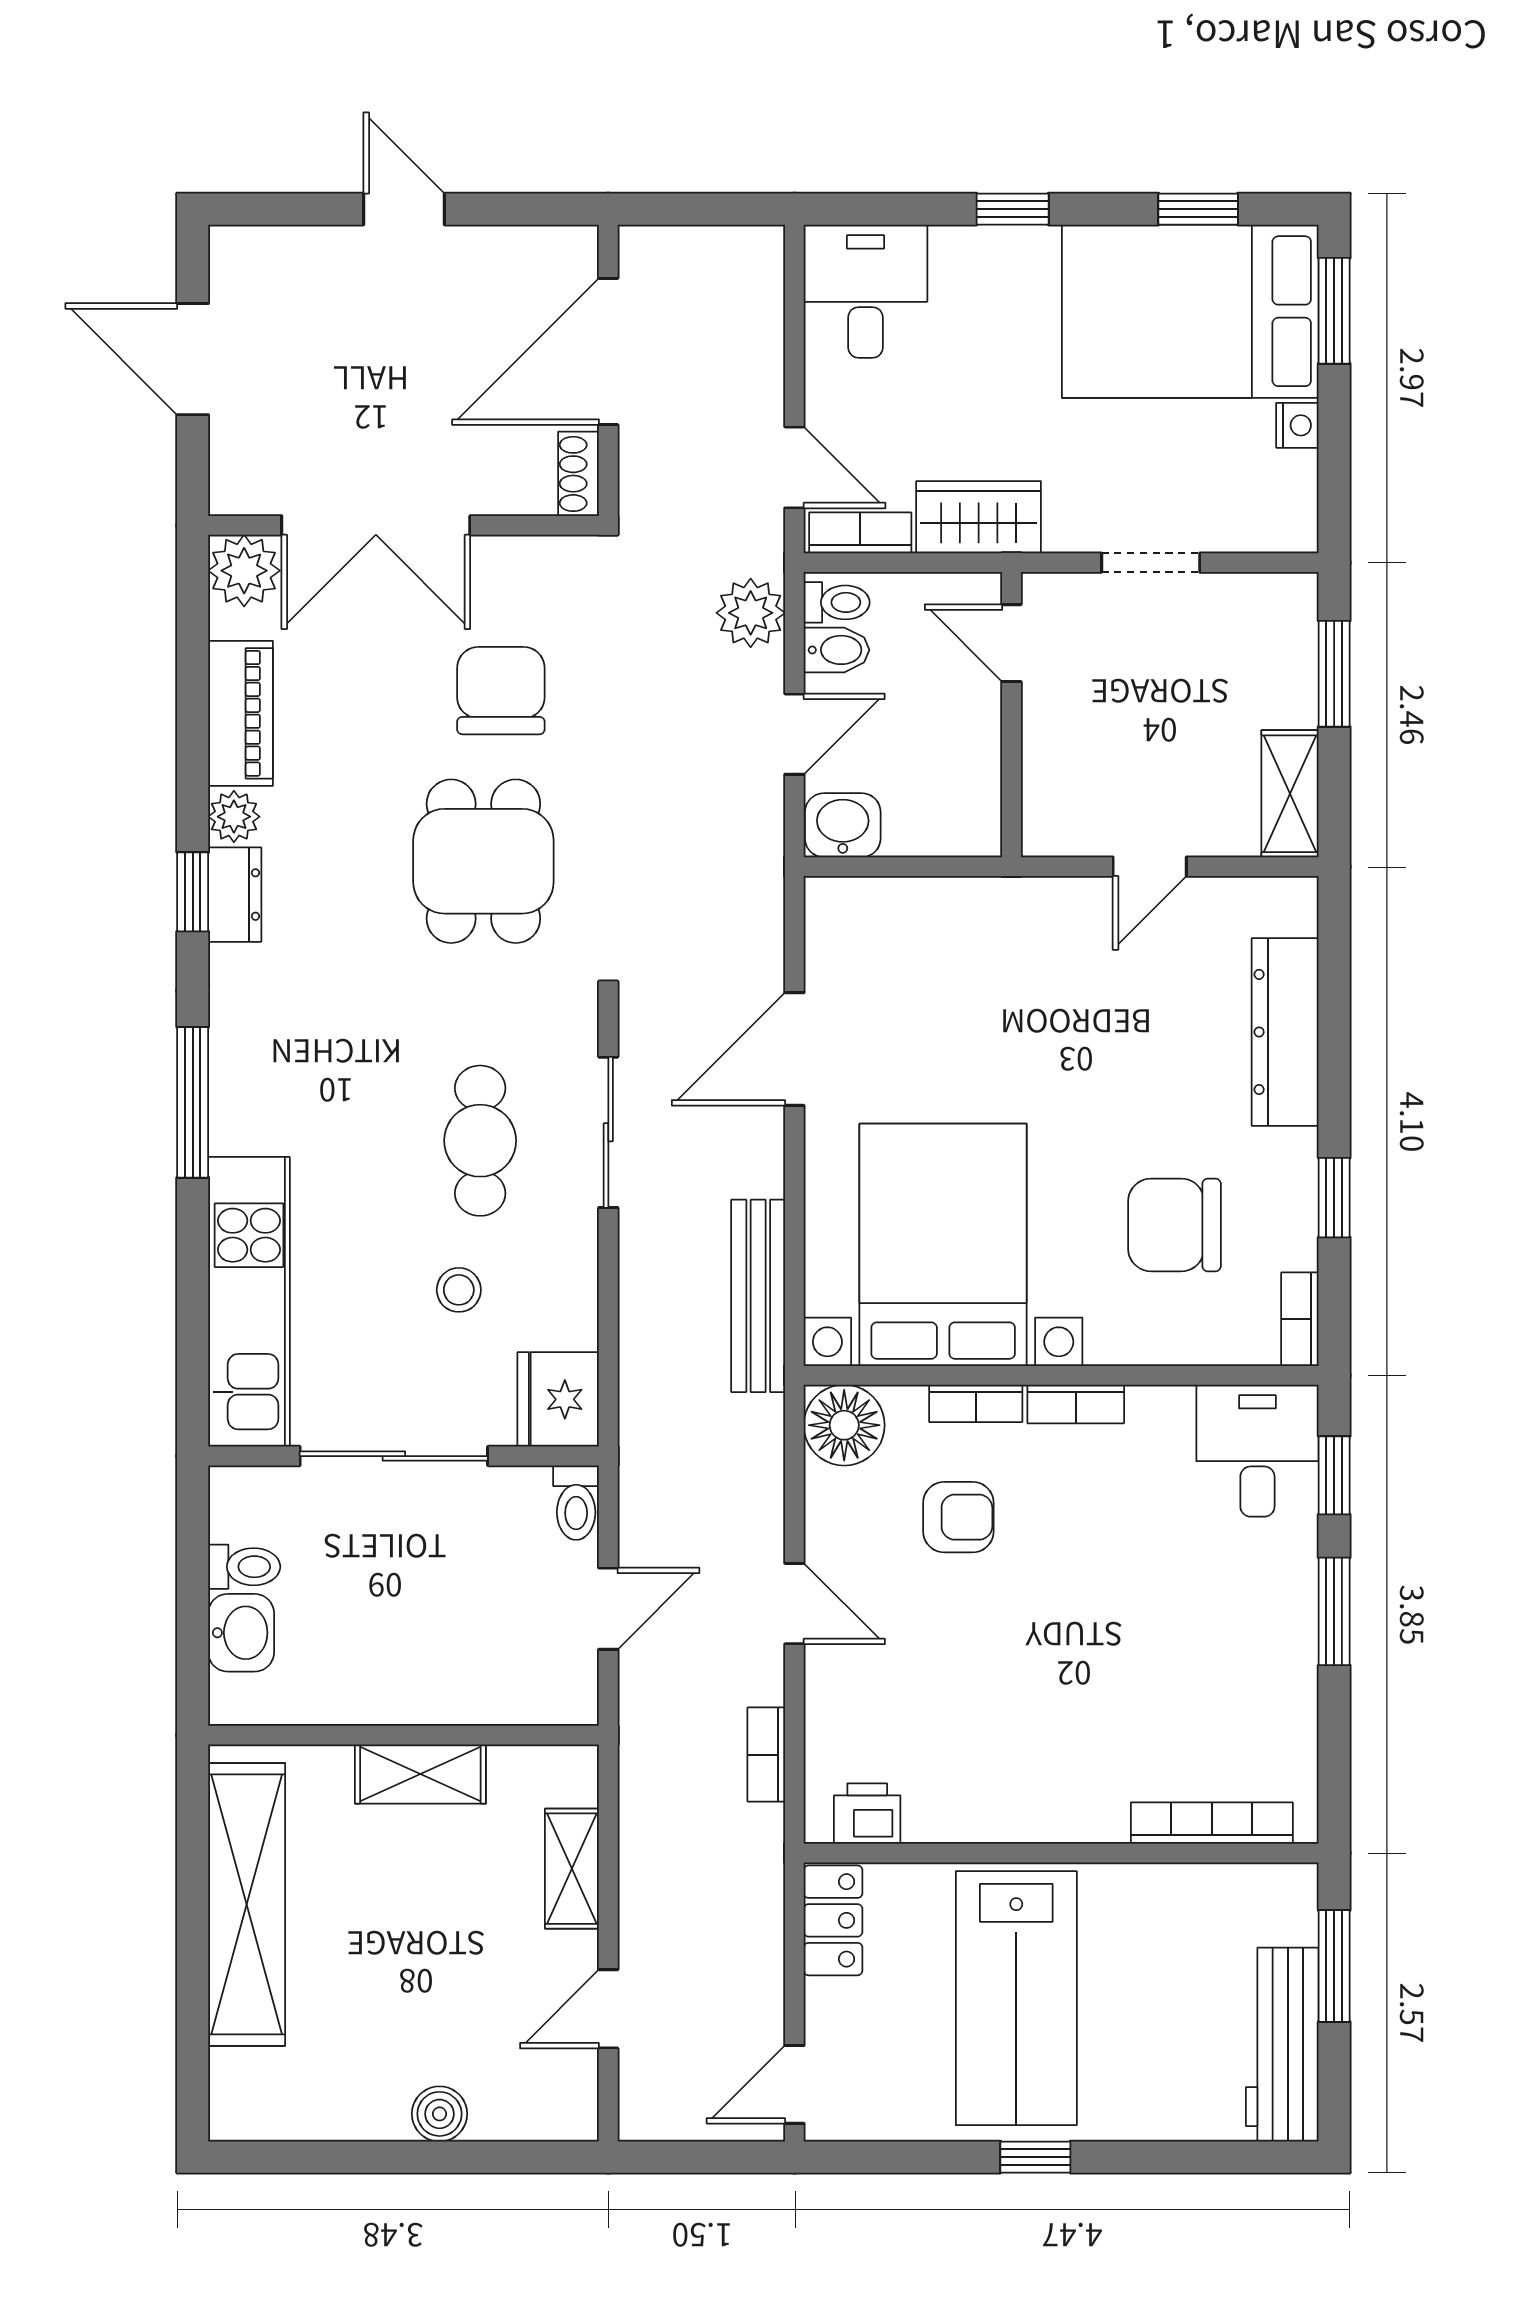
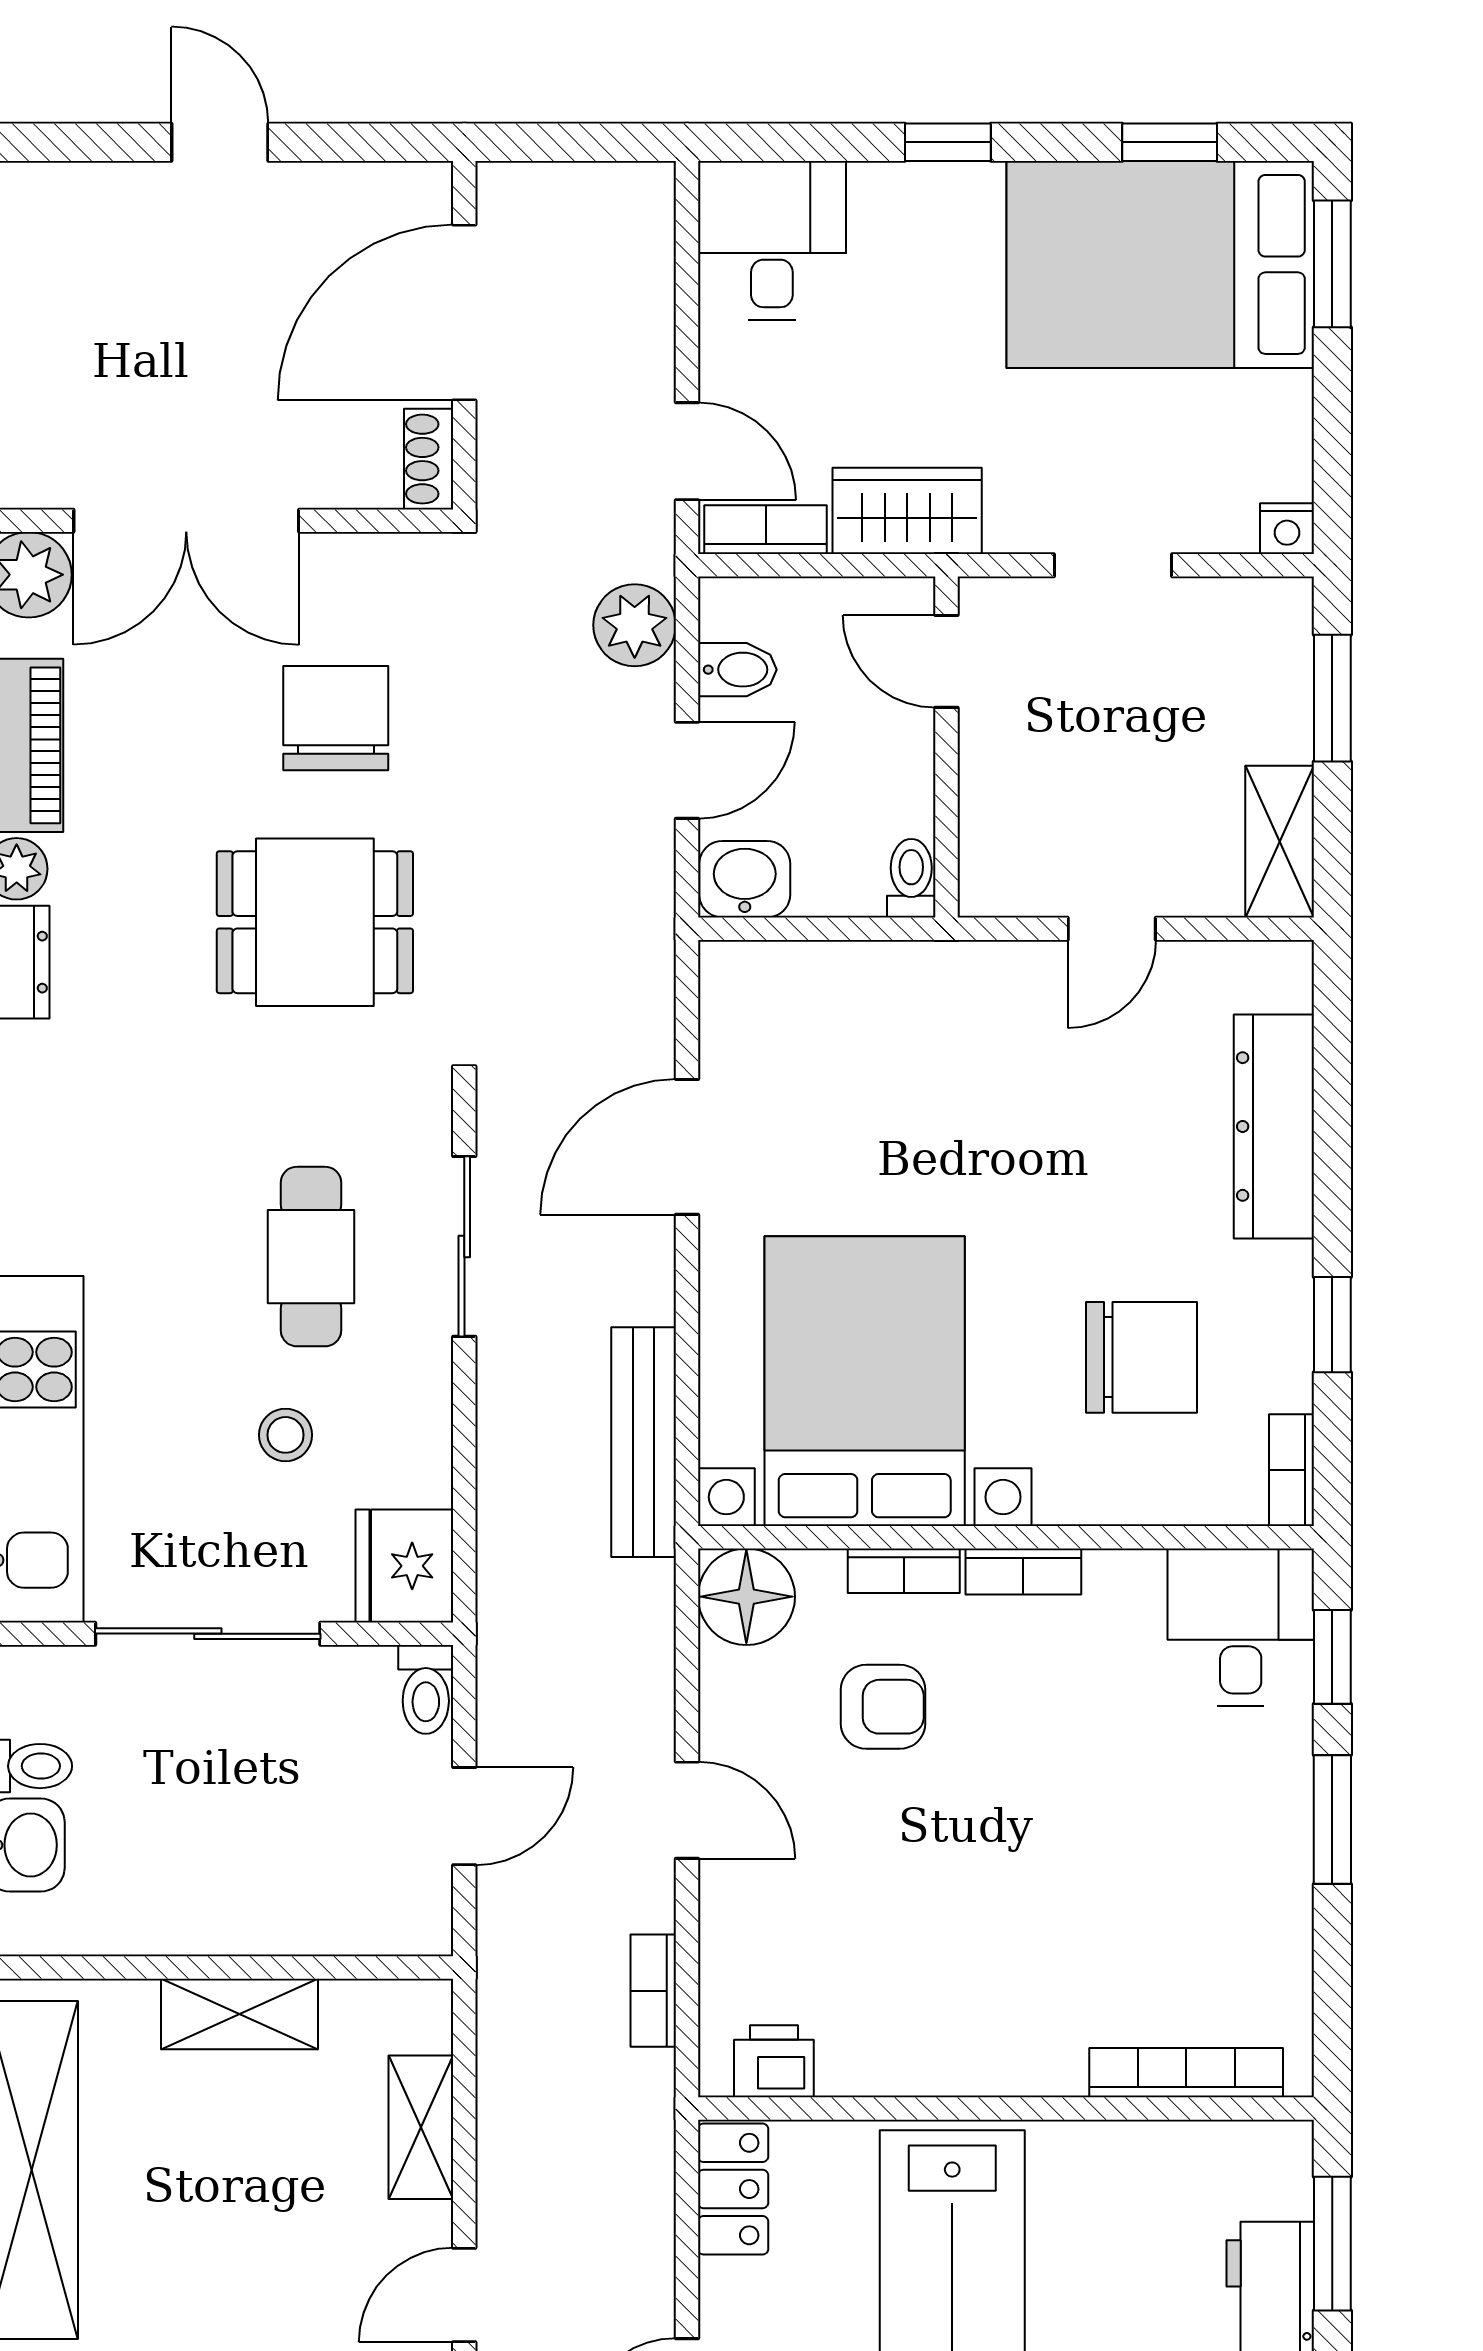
nightstand: (1297, 425) -> (1287, 529), moved, turned 90
toilet: (837, 602) -> (911, 878), moved, turned -90
dining table: (483, 861) -> (315, 922), turned 90
chair: (1174, 1225) -> (1141, 1357), turned 180

